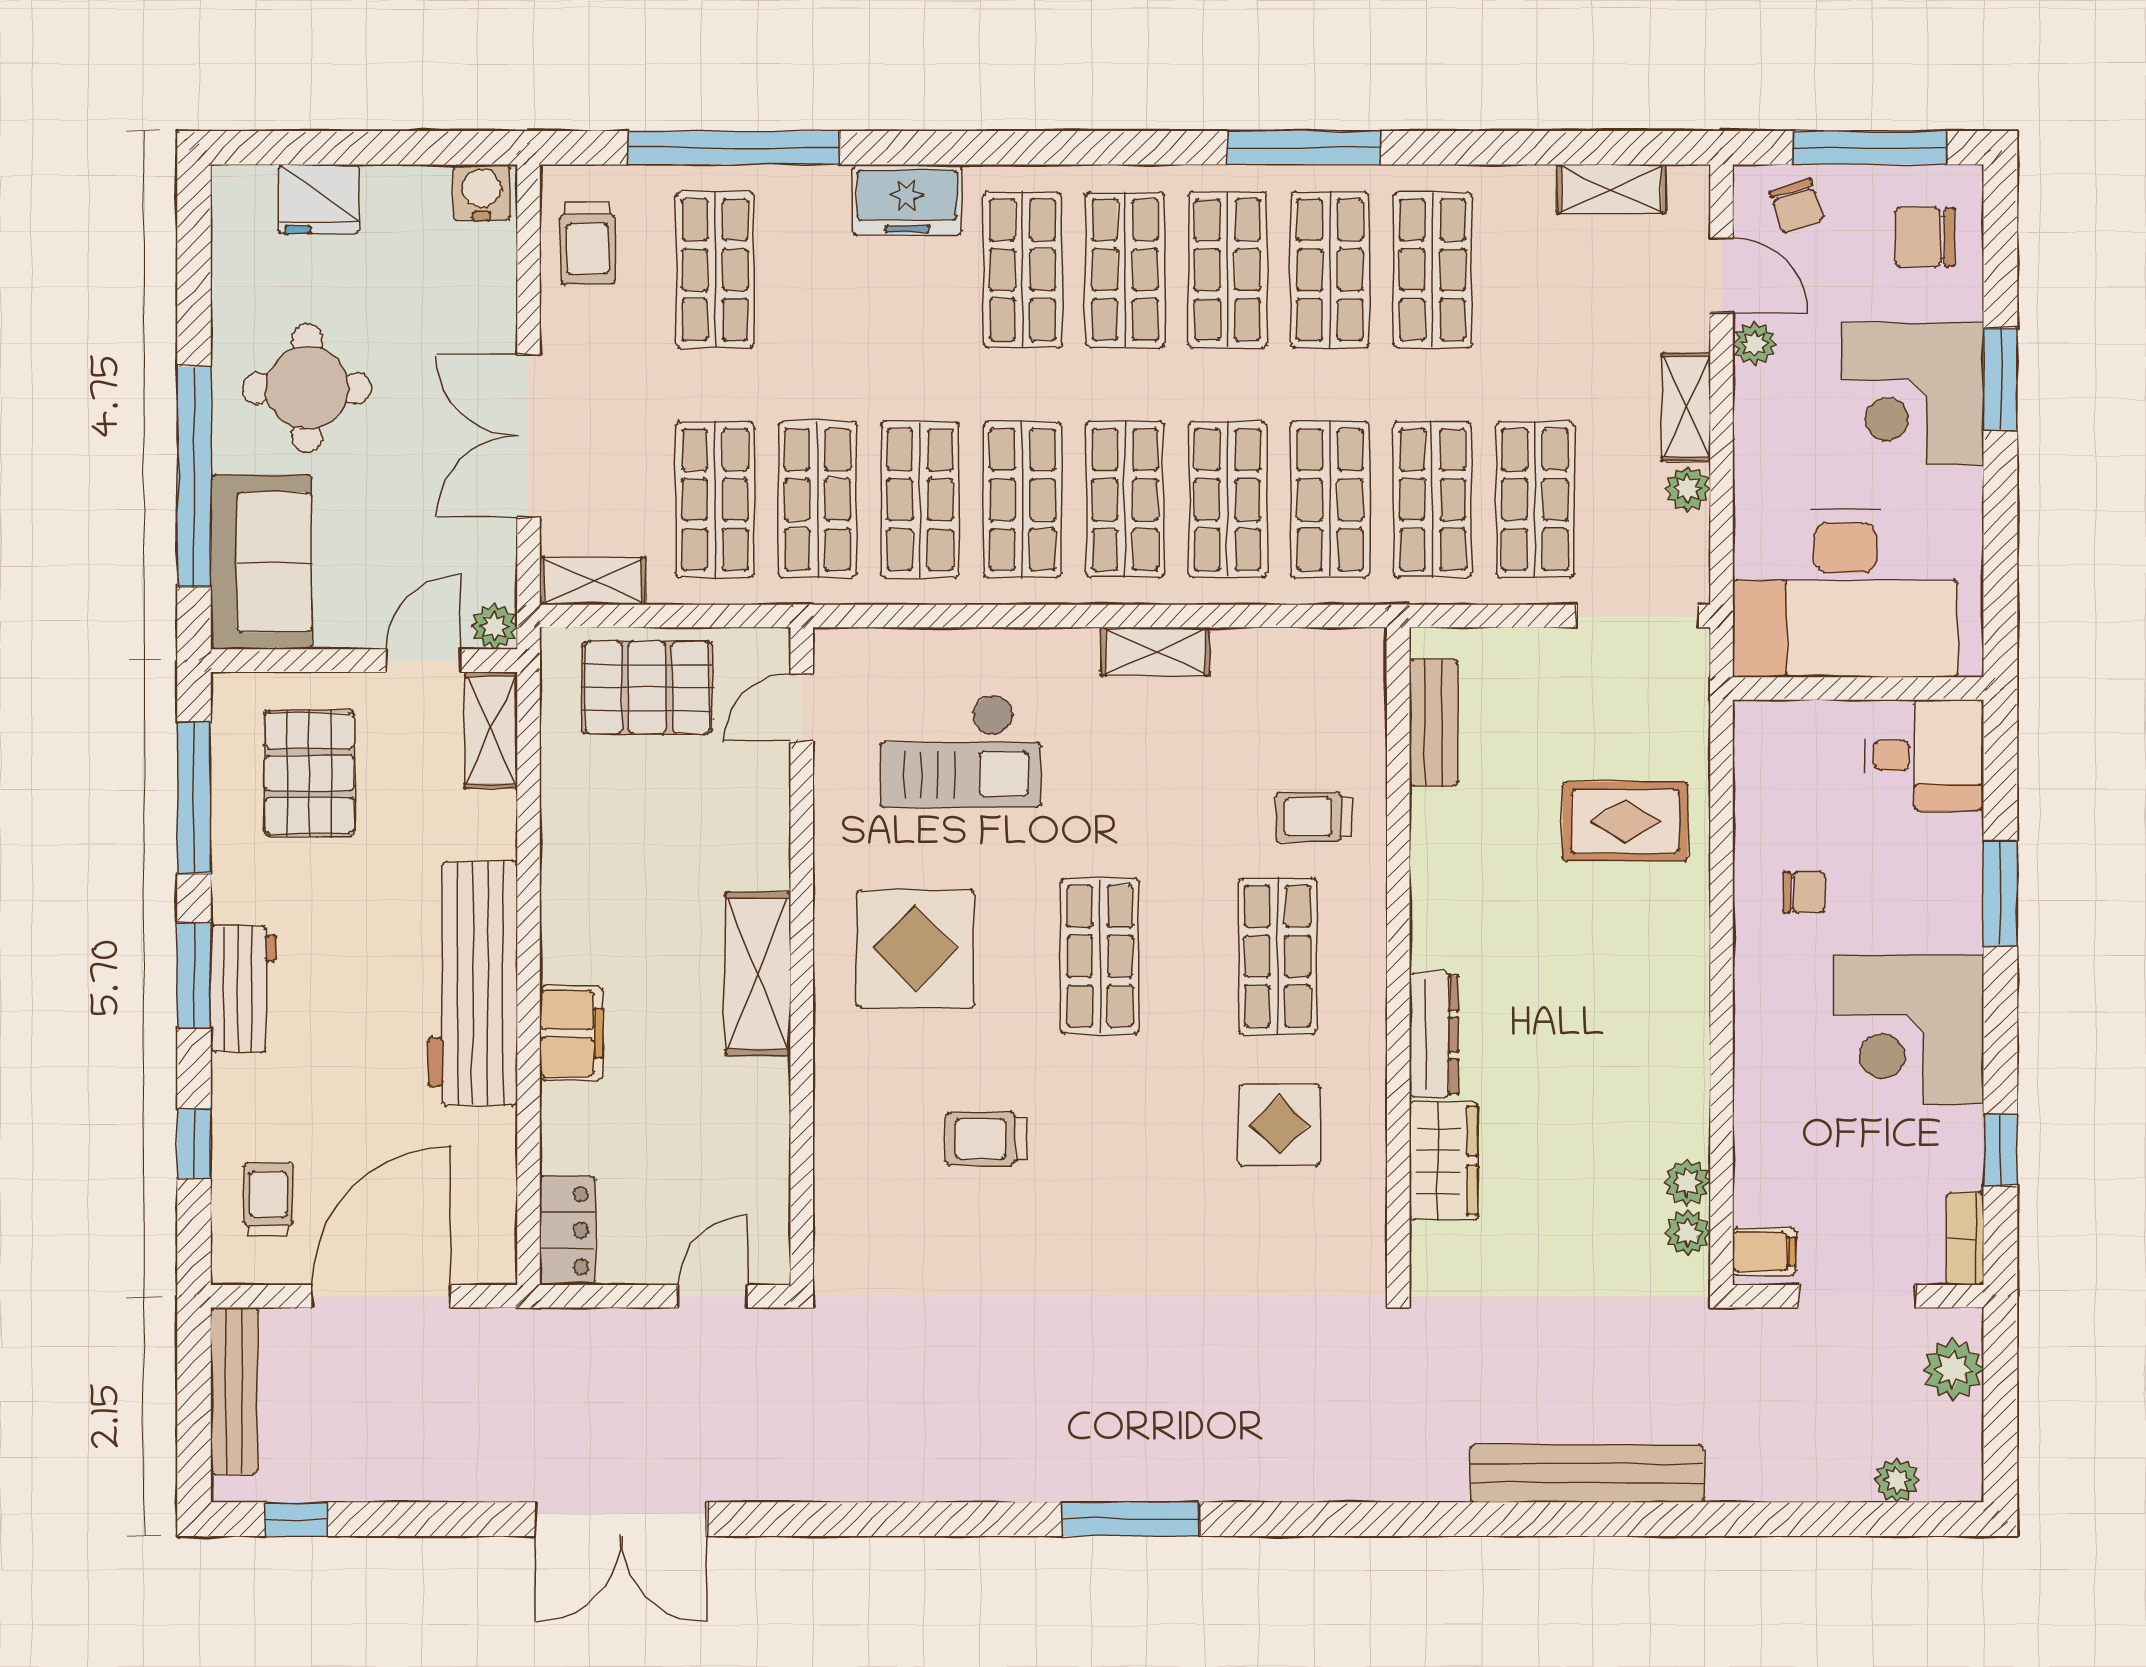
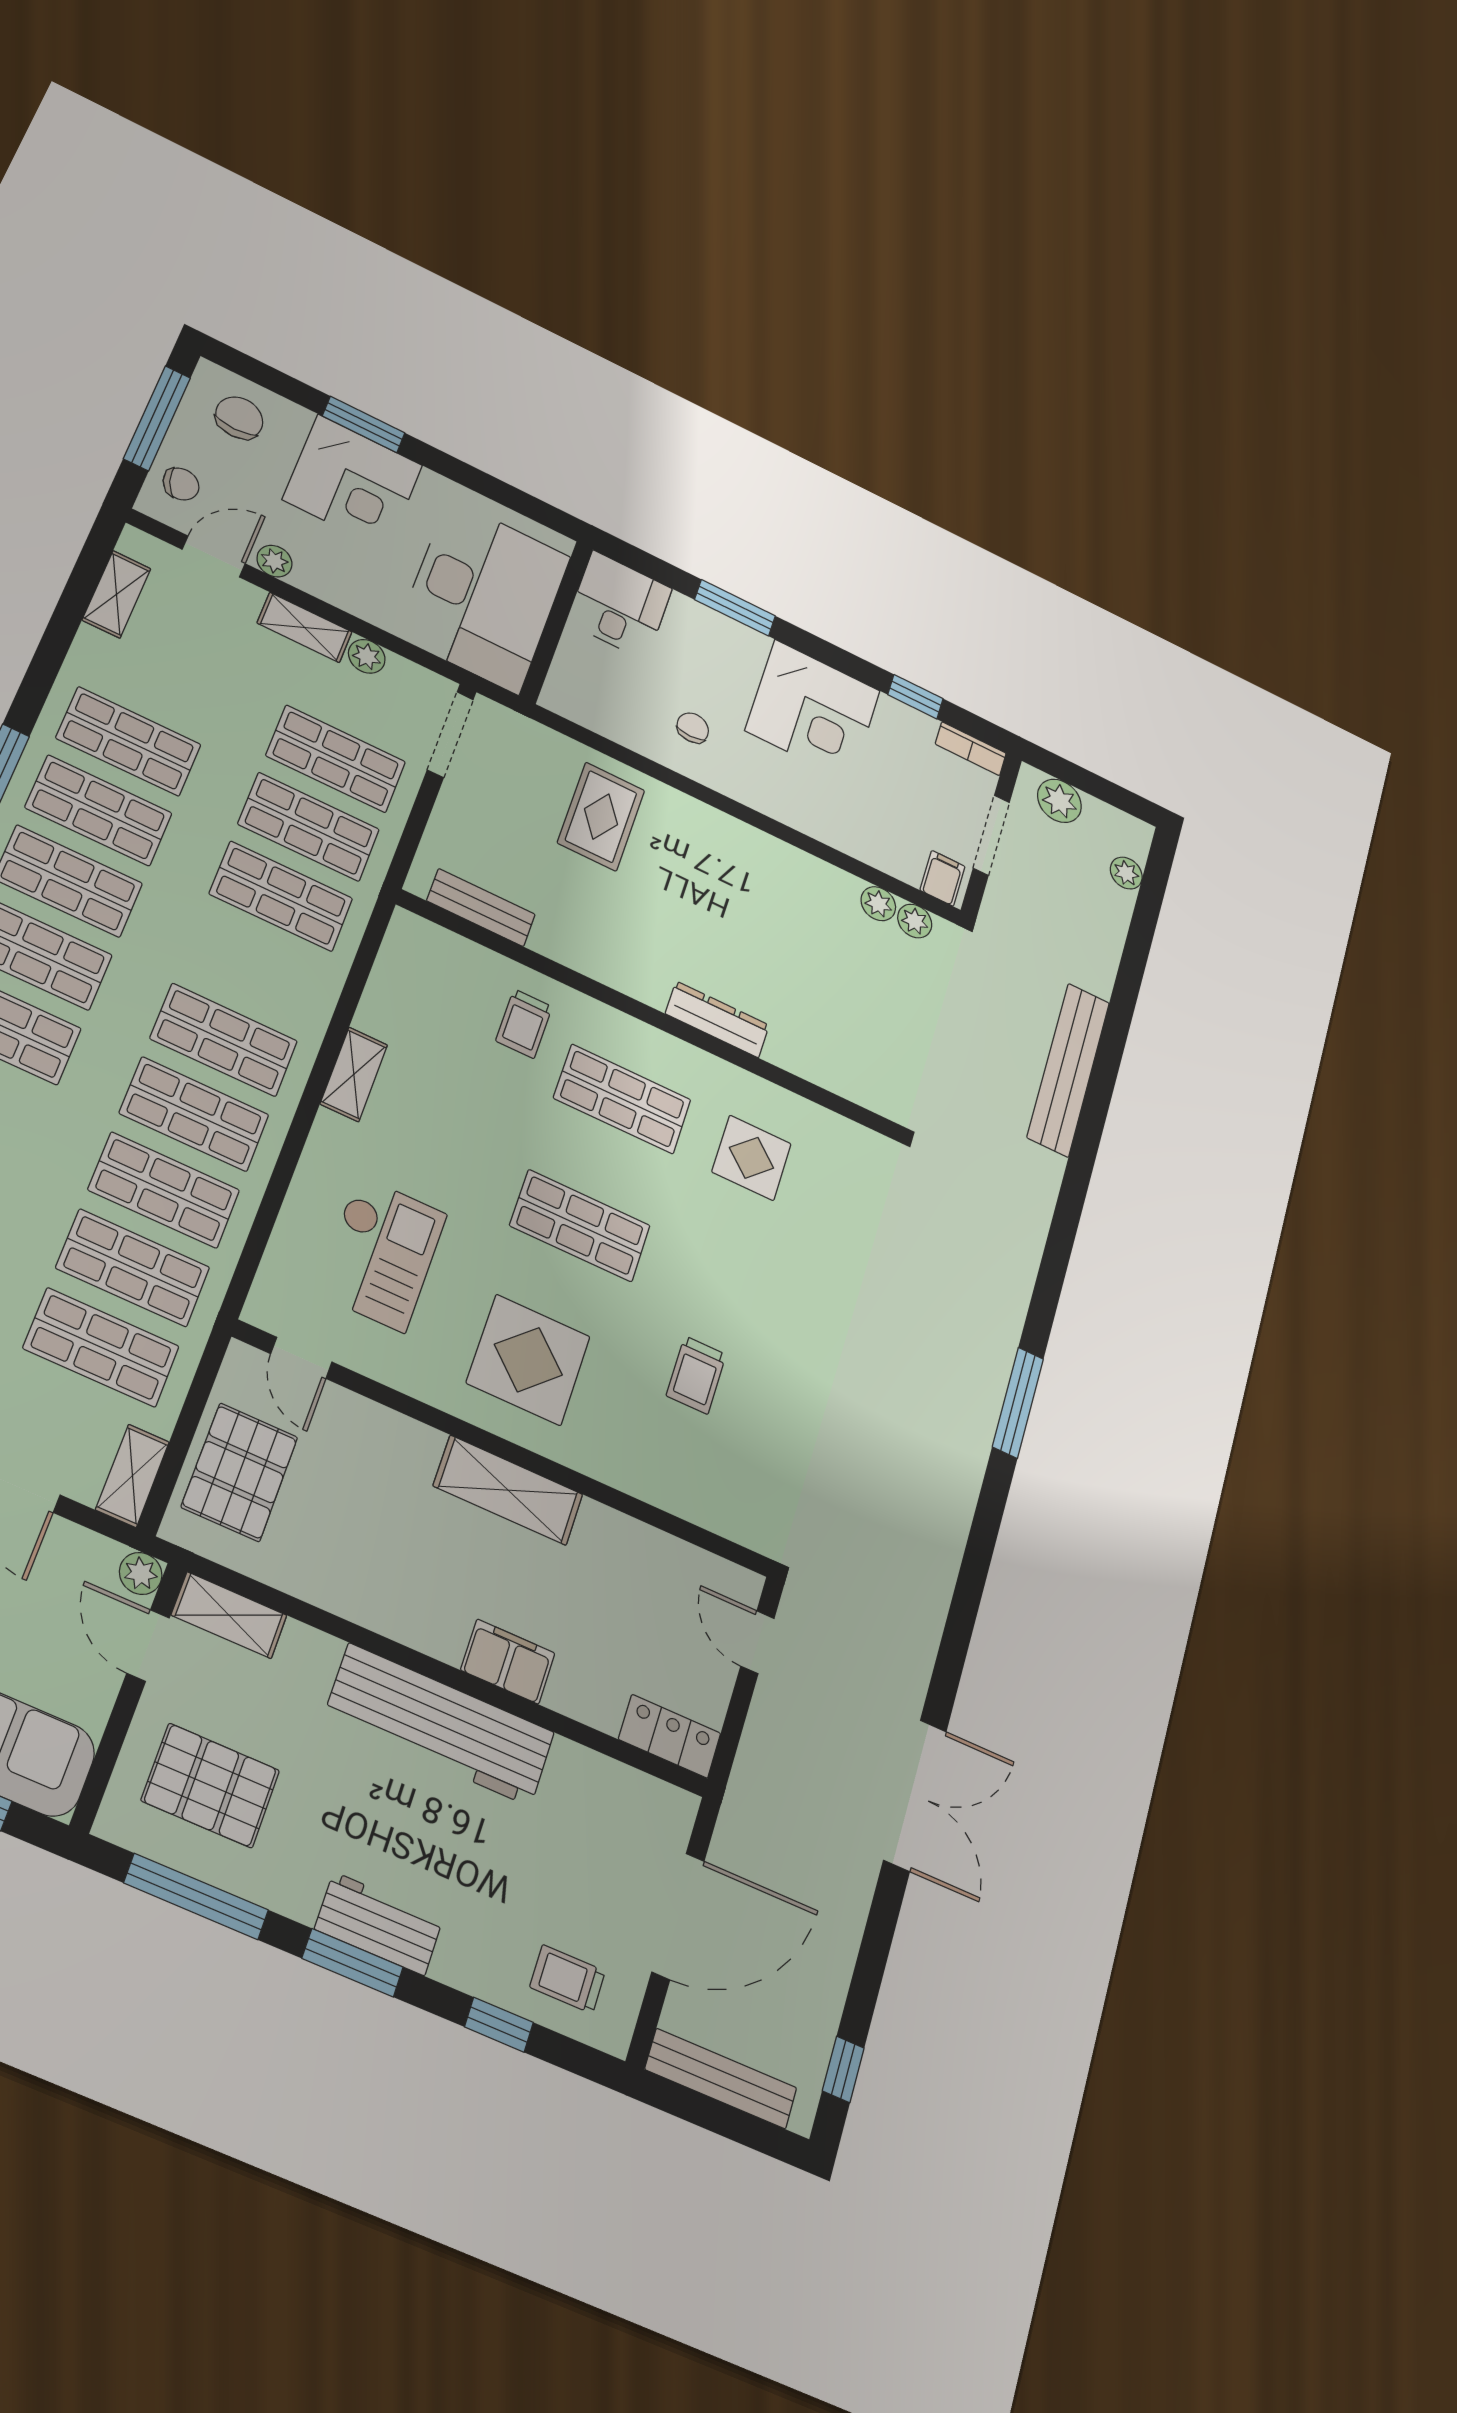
chair: (1925, 237) -> (239, 418), turned 180
shop shelf: (1228, 500) -> (253, 967), removed
wardrobe: (1444, 1161) -> (813, 1057), removed
door: (381, 1296) -> (678, 1916), swing flipped

